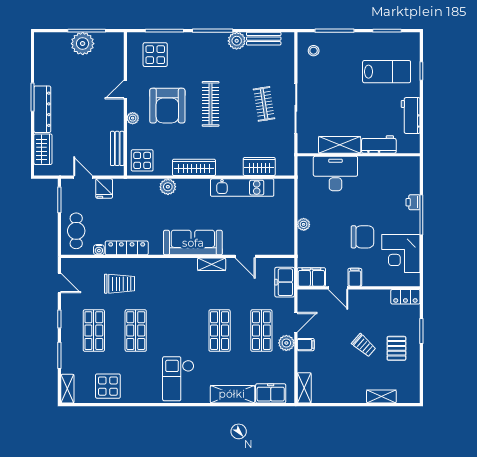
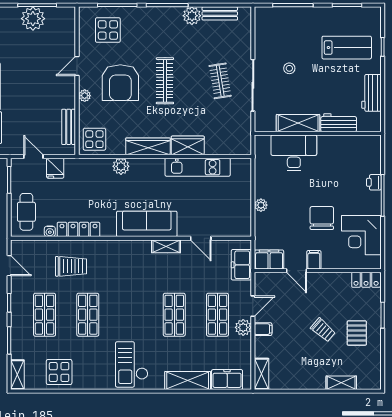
stool: (314, 51) -> (289, 68), moved
wardrobe: (259, 166) -> (188, 145), moved
chair: (363, 237) -> (322, 218), turned -90

